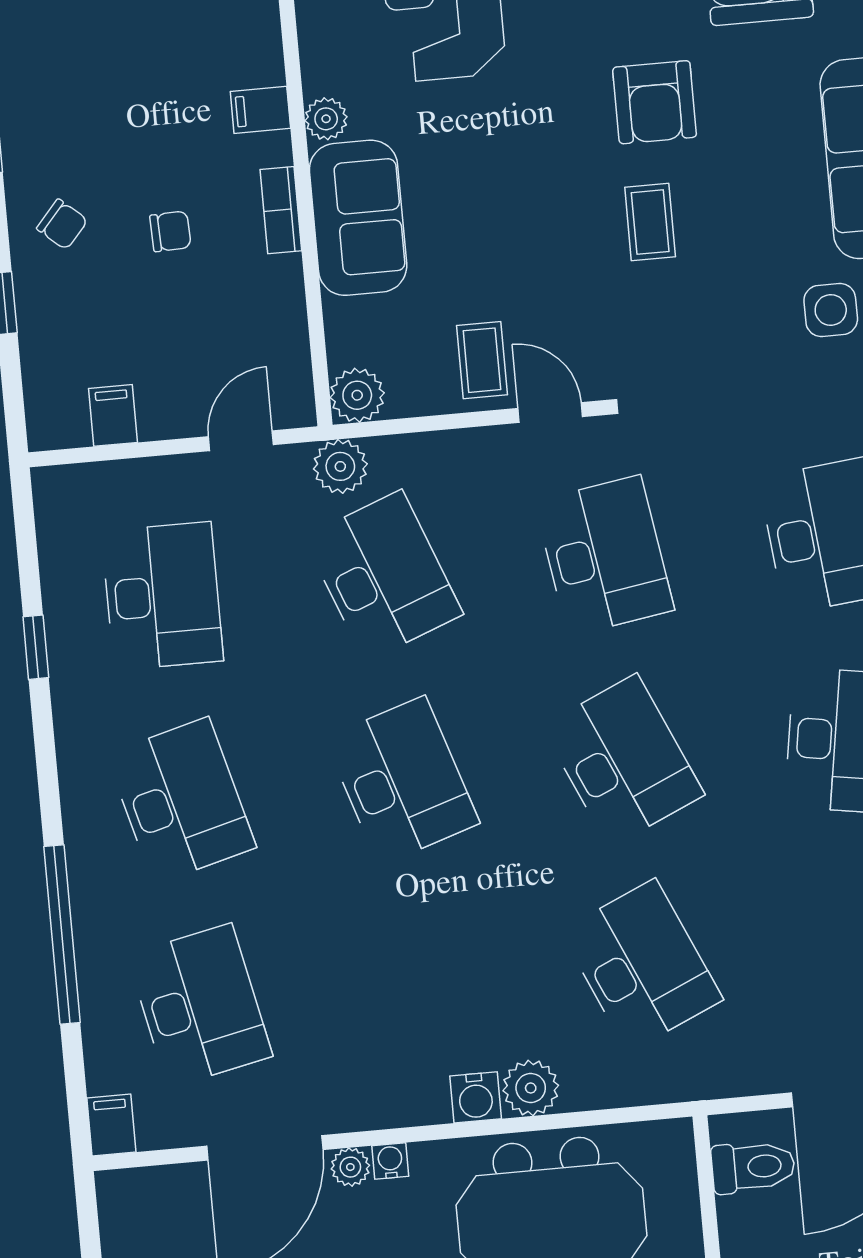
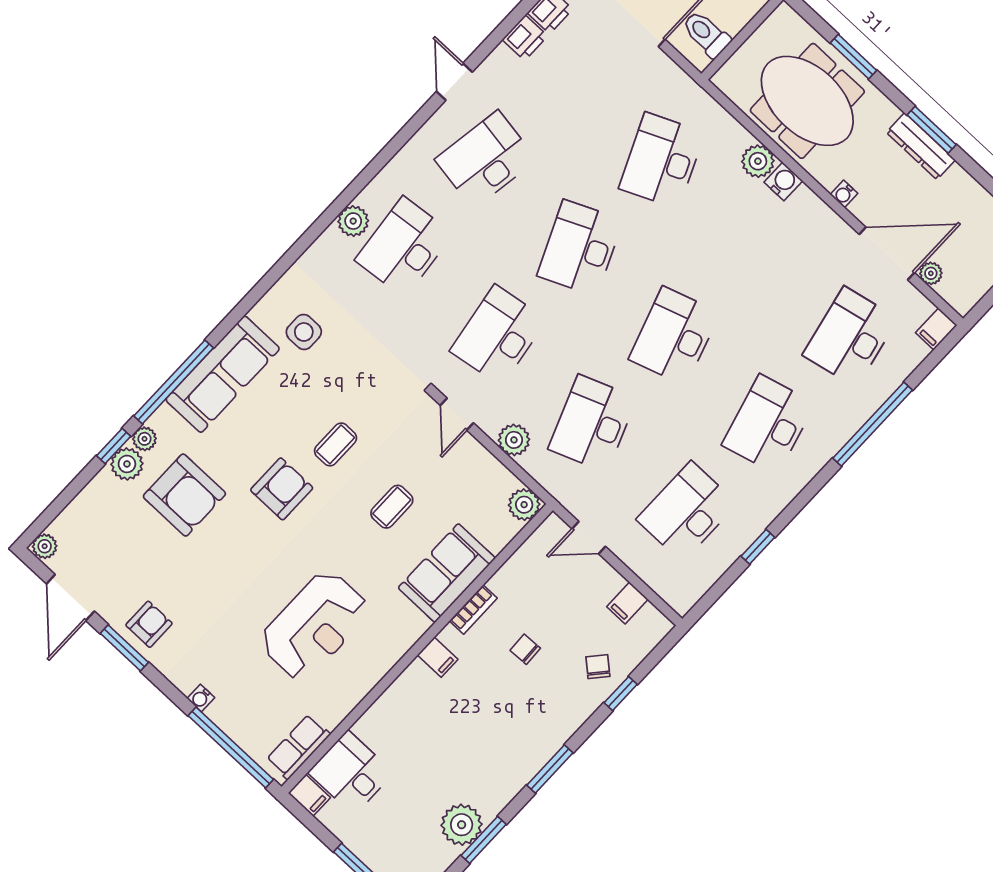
plant: (326, 119) -> (416, 625), removed
chair: (62, 224) -> (598, 667), moved
coffee table: (482, 360) -> (392, 507), moved
plant: (340, 466) -> (514, 440), moved
plant: (350, 1167) -> (931, 273), moved

